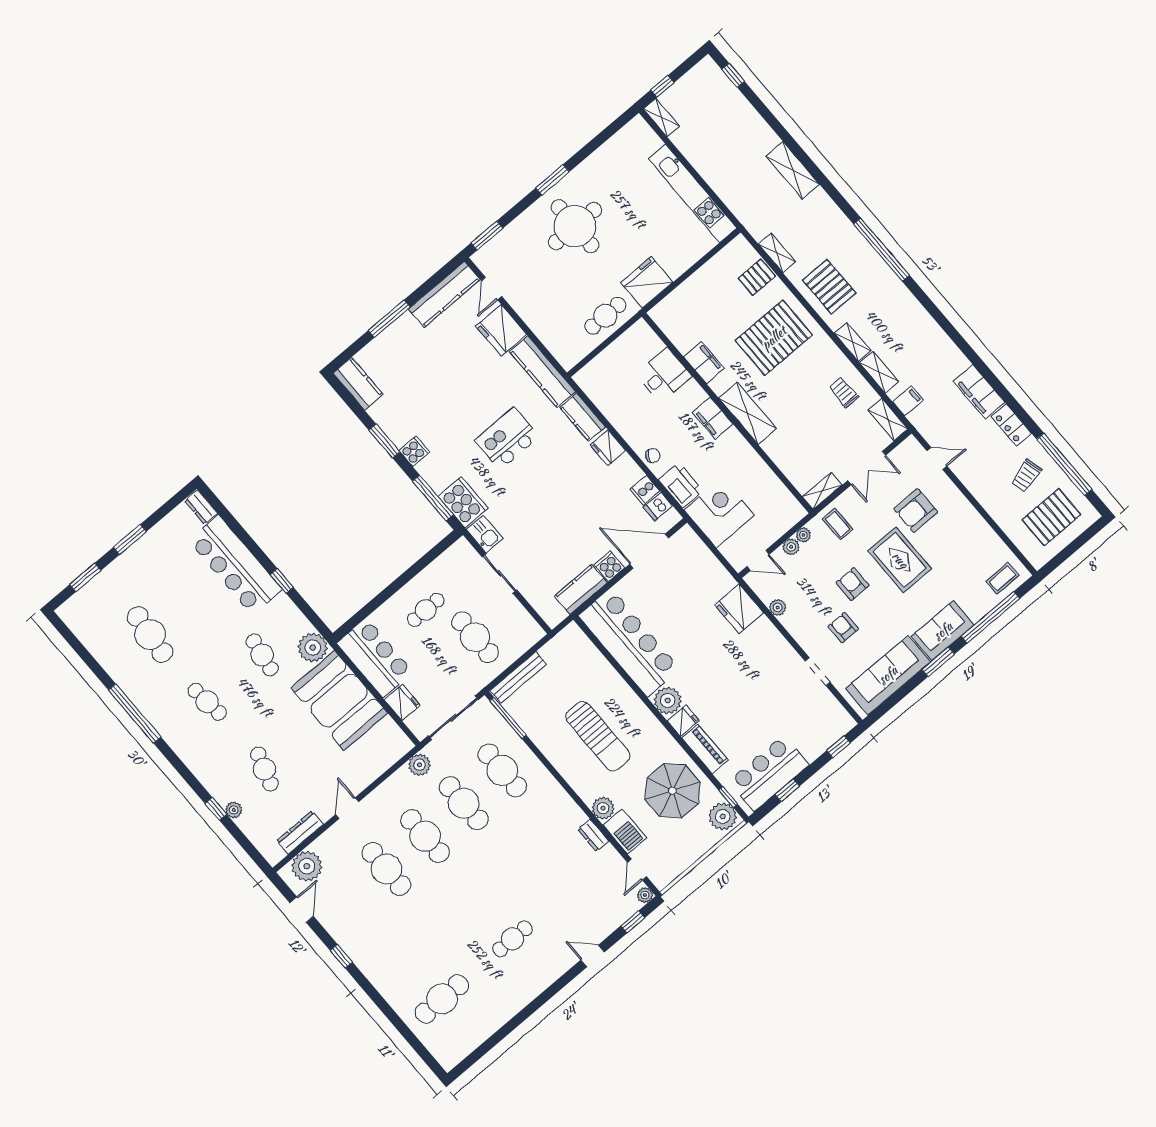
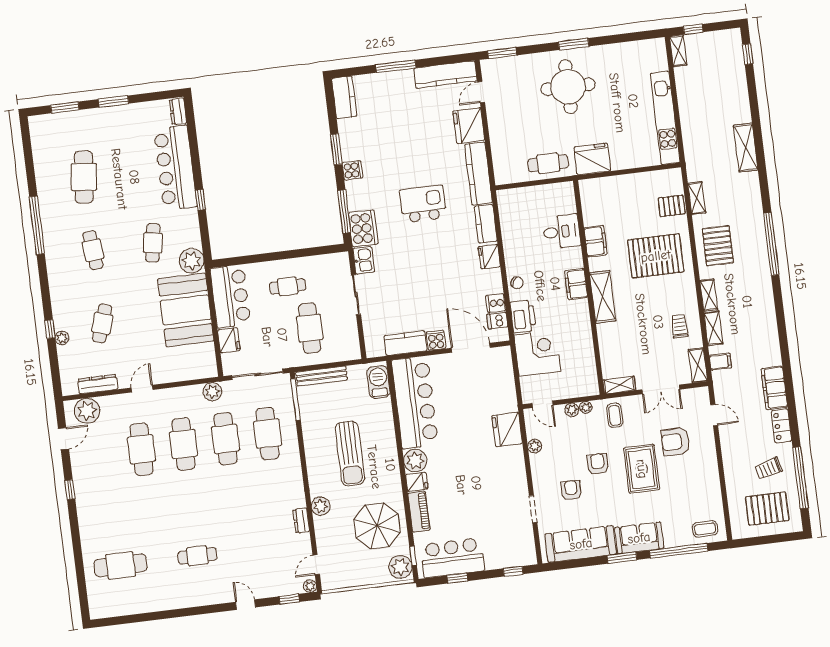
barbecue: (625, 831) -> (378, 382), moved, turned 180

